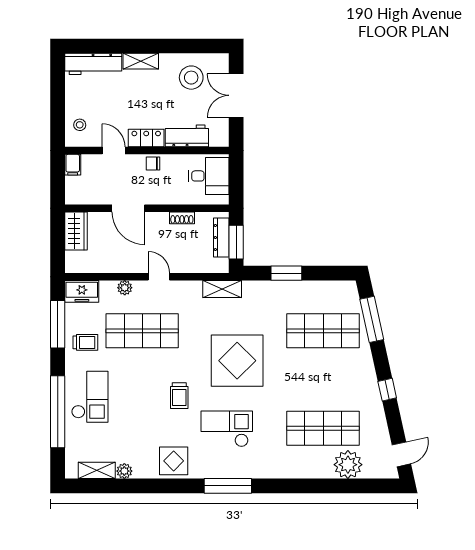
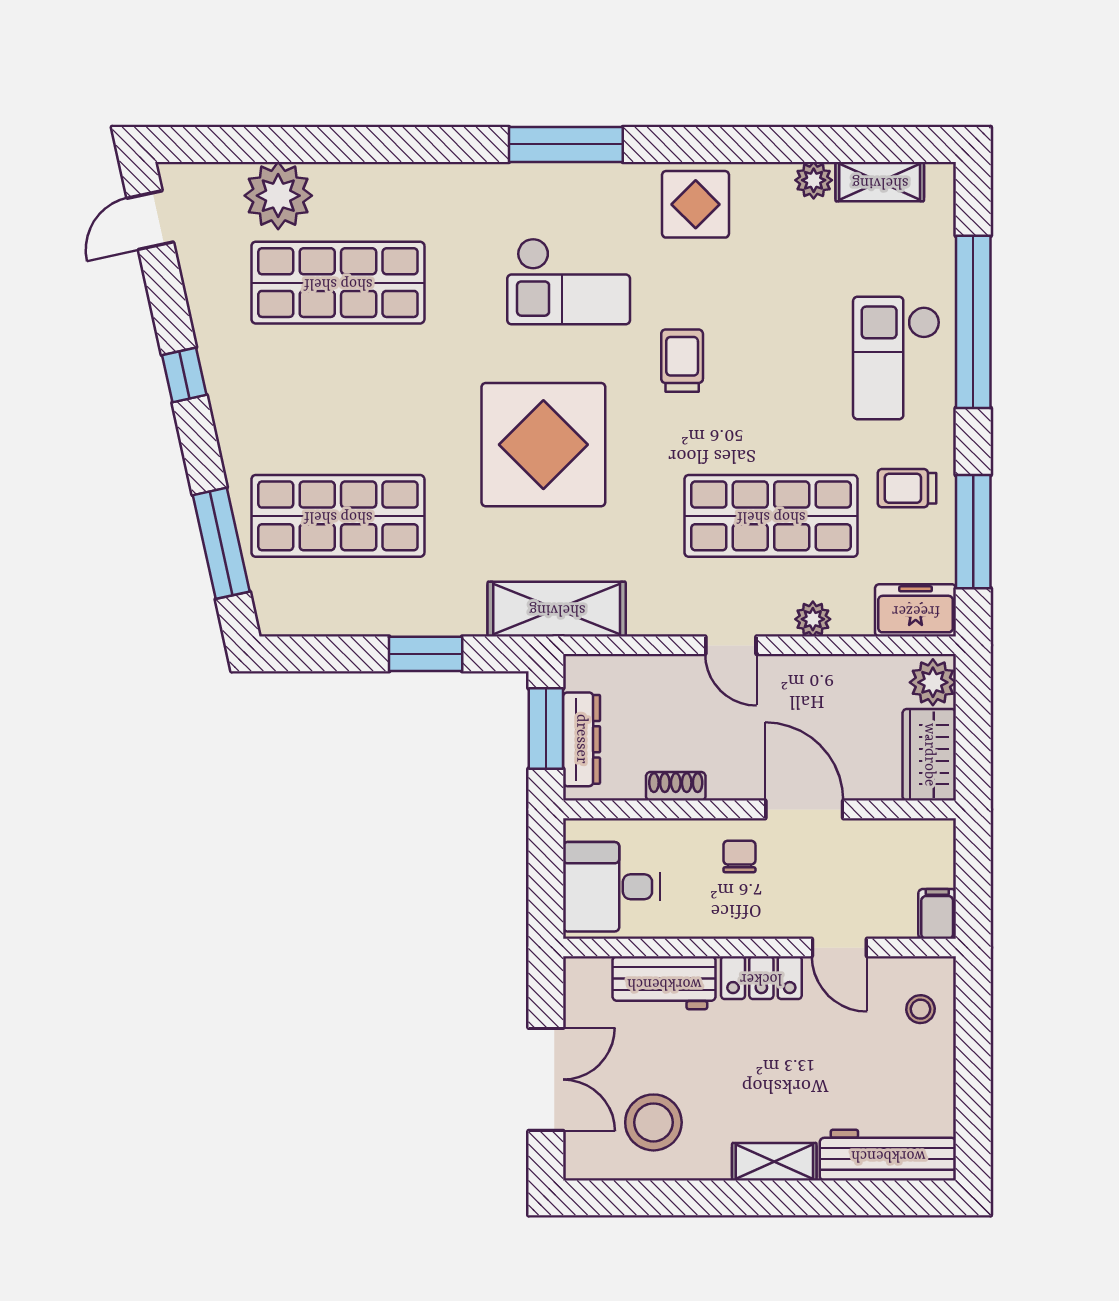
chair: (153, 164) -> (739, 856), moved, turned -90
plant: (75, 261) -> (933, 682), added
shelving: (222, 289) -> (557, 609), width x1.50, depth x1.33

